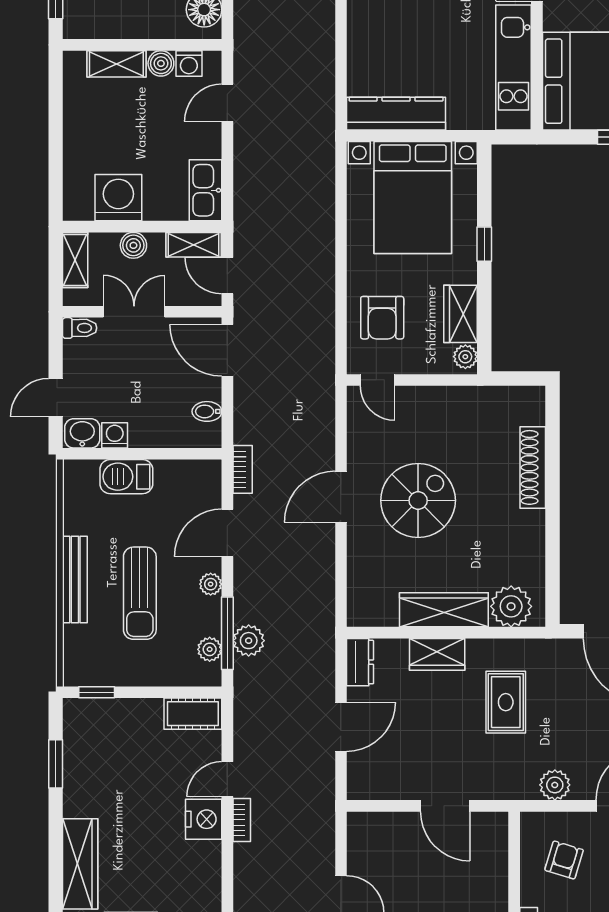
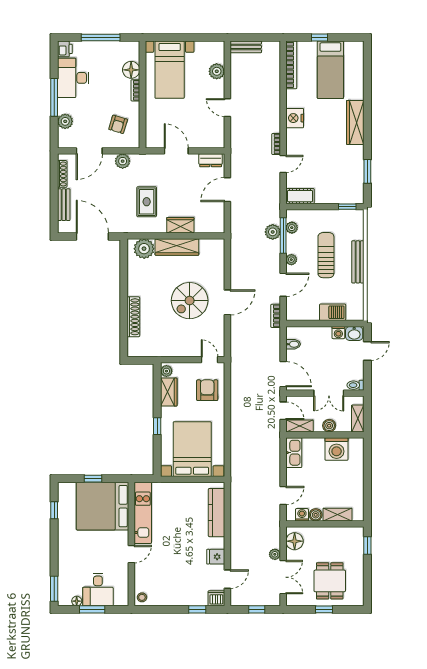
kitchen counter: (396, 114) -> (217, 513), moved, turned 90
dresser: (360, 662) -> (211, 160), moved, turned -90
nightstand: (204, 819) -> (295, 118), moved

